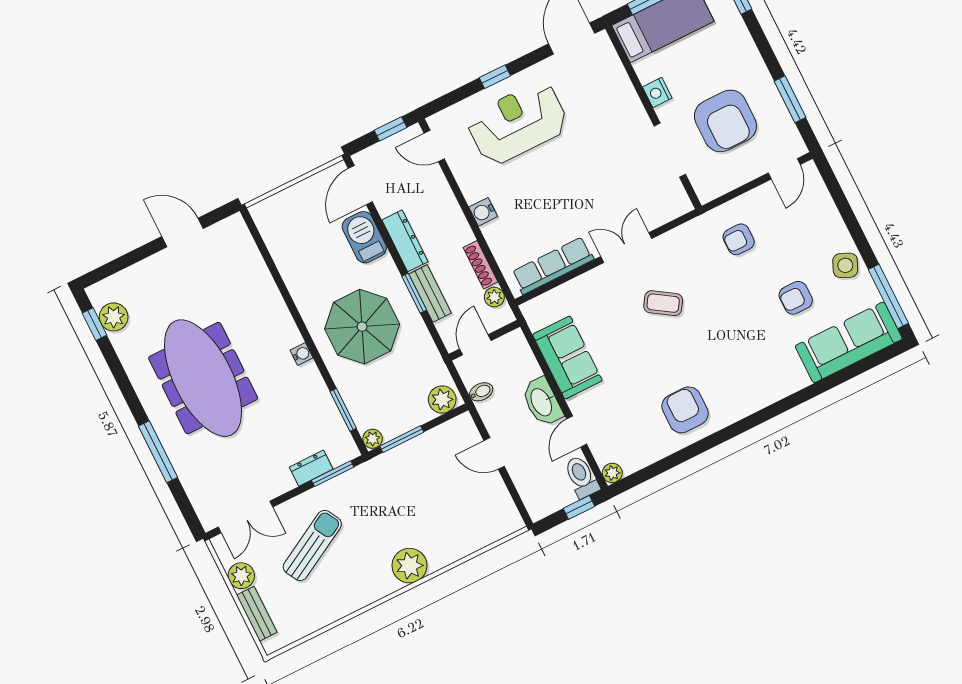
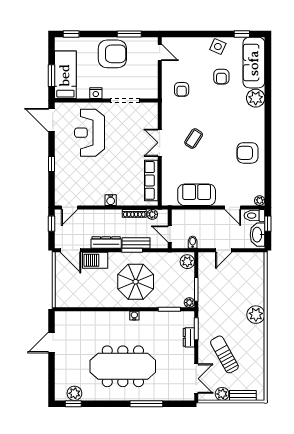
armchair: (725, 121) -> (112, 54), moved
reception desk: (518, 123) -> (90, 133), moved
window: (888, 296) -> (242, 34), width x0.46
plant: (788, 376) -> (256, 98), added
washbasin: (542, 402) -> (258, 235), moved, turned 90

